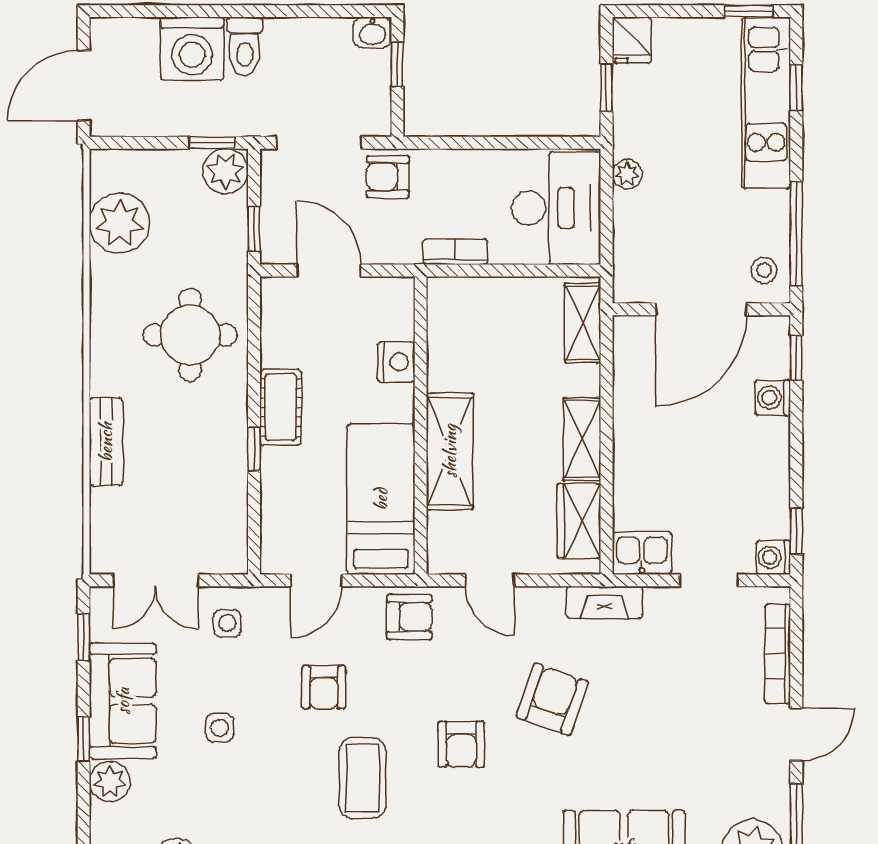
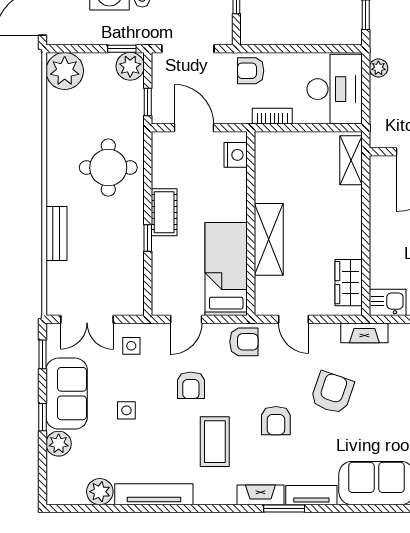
armchair: (388, 177) -> (251, 71), moved
plant: (120, 223) -> (65, 71), moved
nightstand: (396, 362) -> (236, 155), moved
shelving: (582, 439) -> (351, 232), removed

